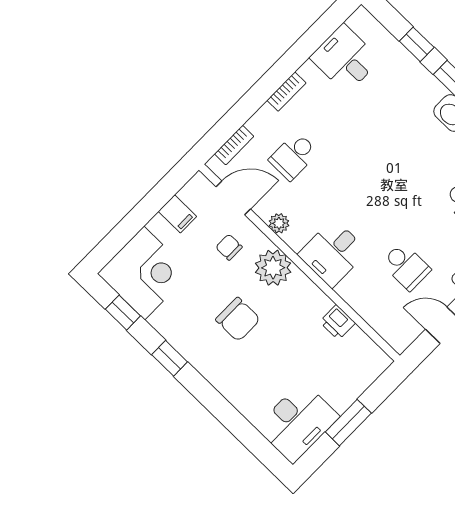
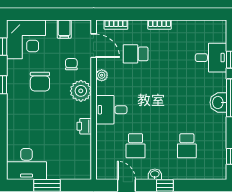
desk: (345, 59) -> (211, 58), moved, turned 90
chair: (238, 319) -> (40, 82), moved
printer: (337, 322) -> (84, 126), moved

